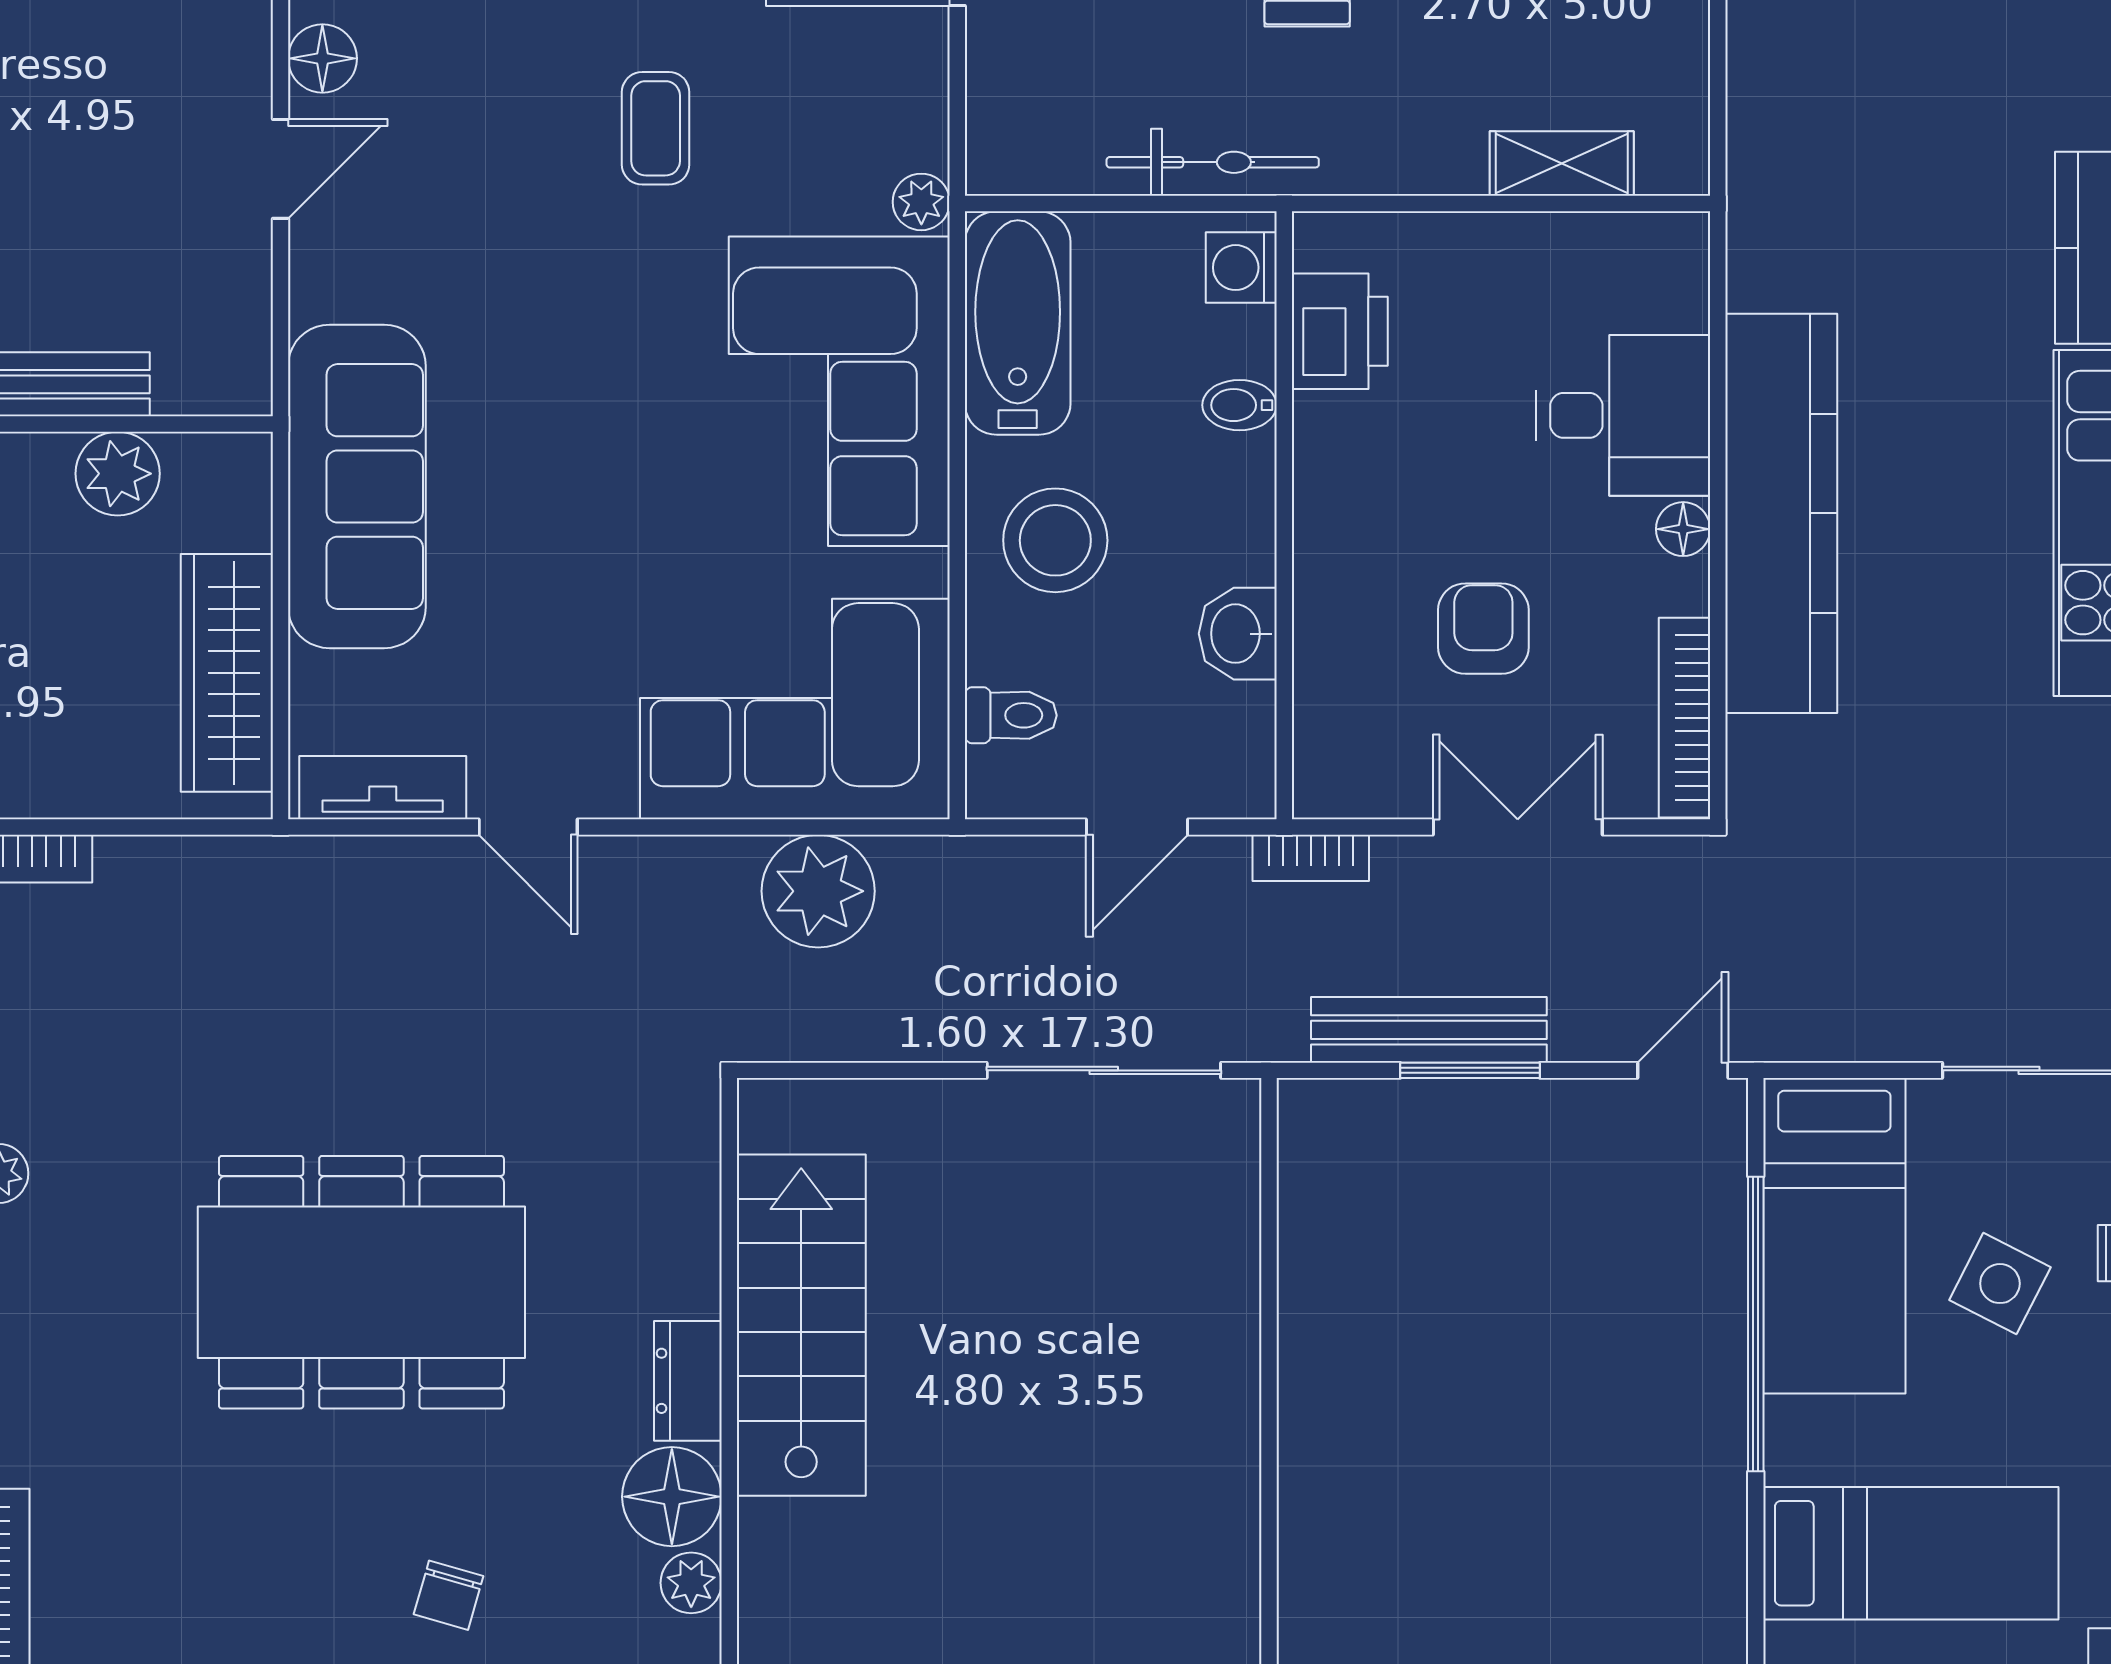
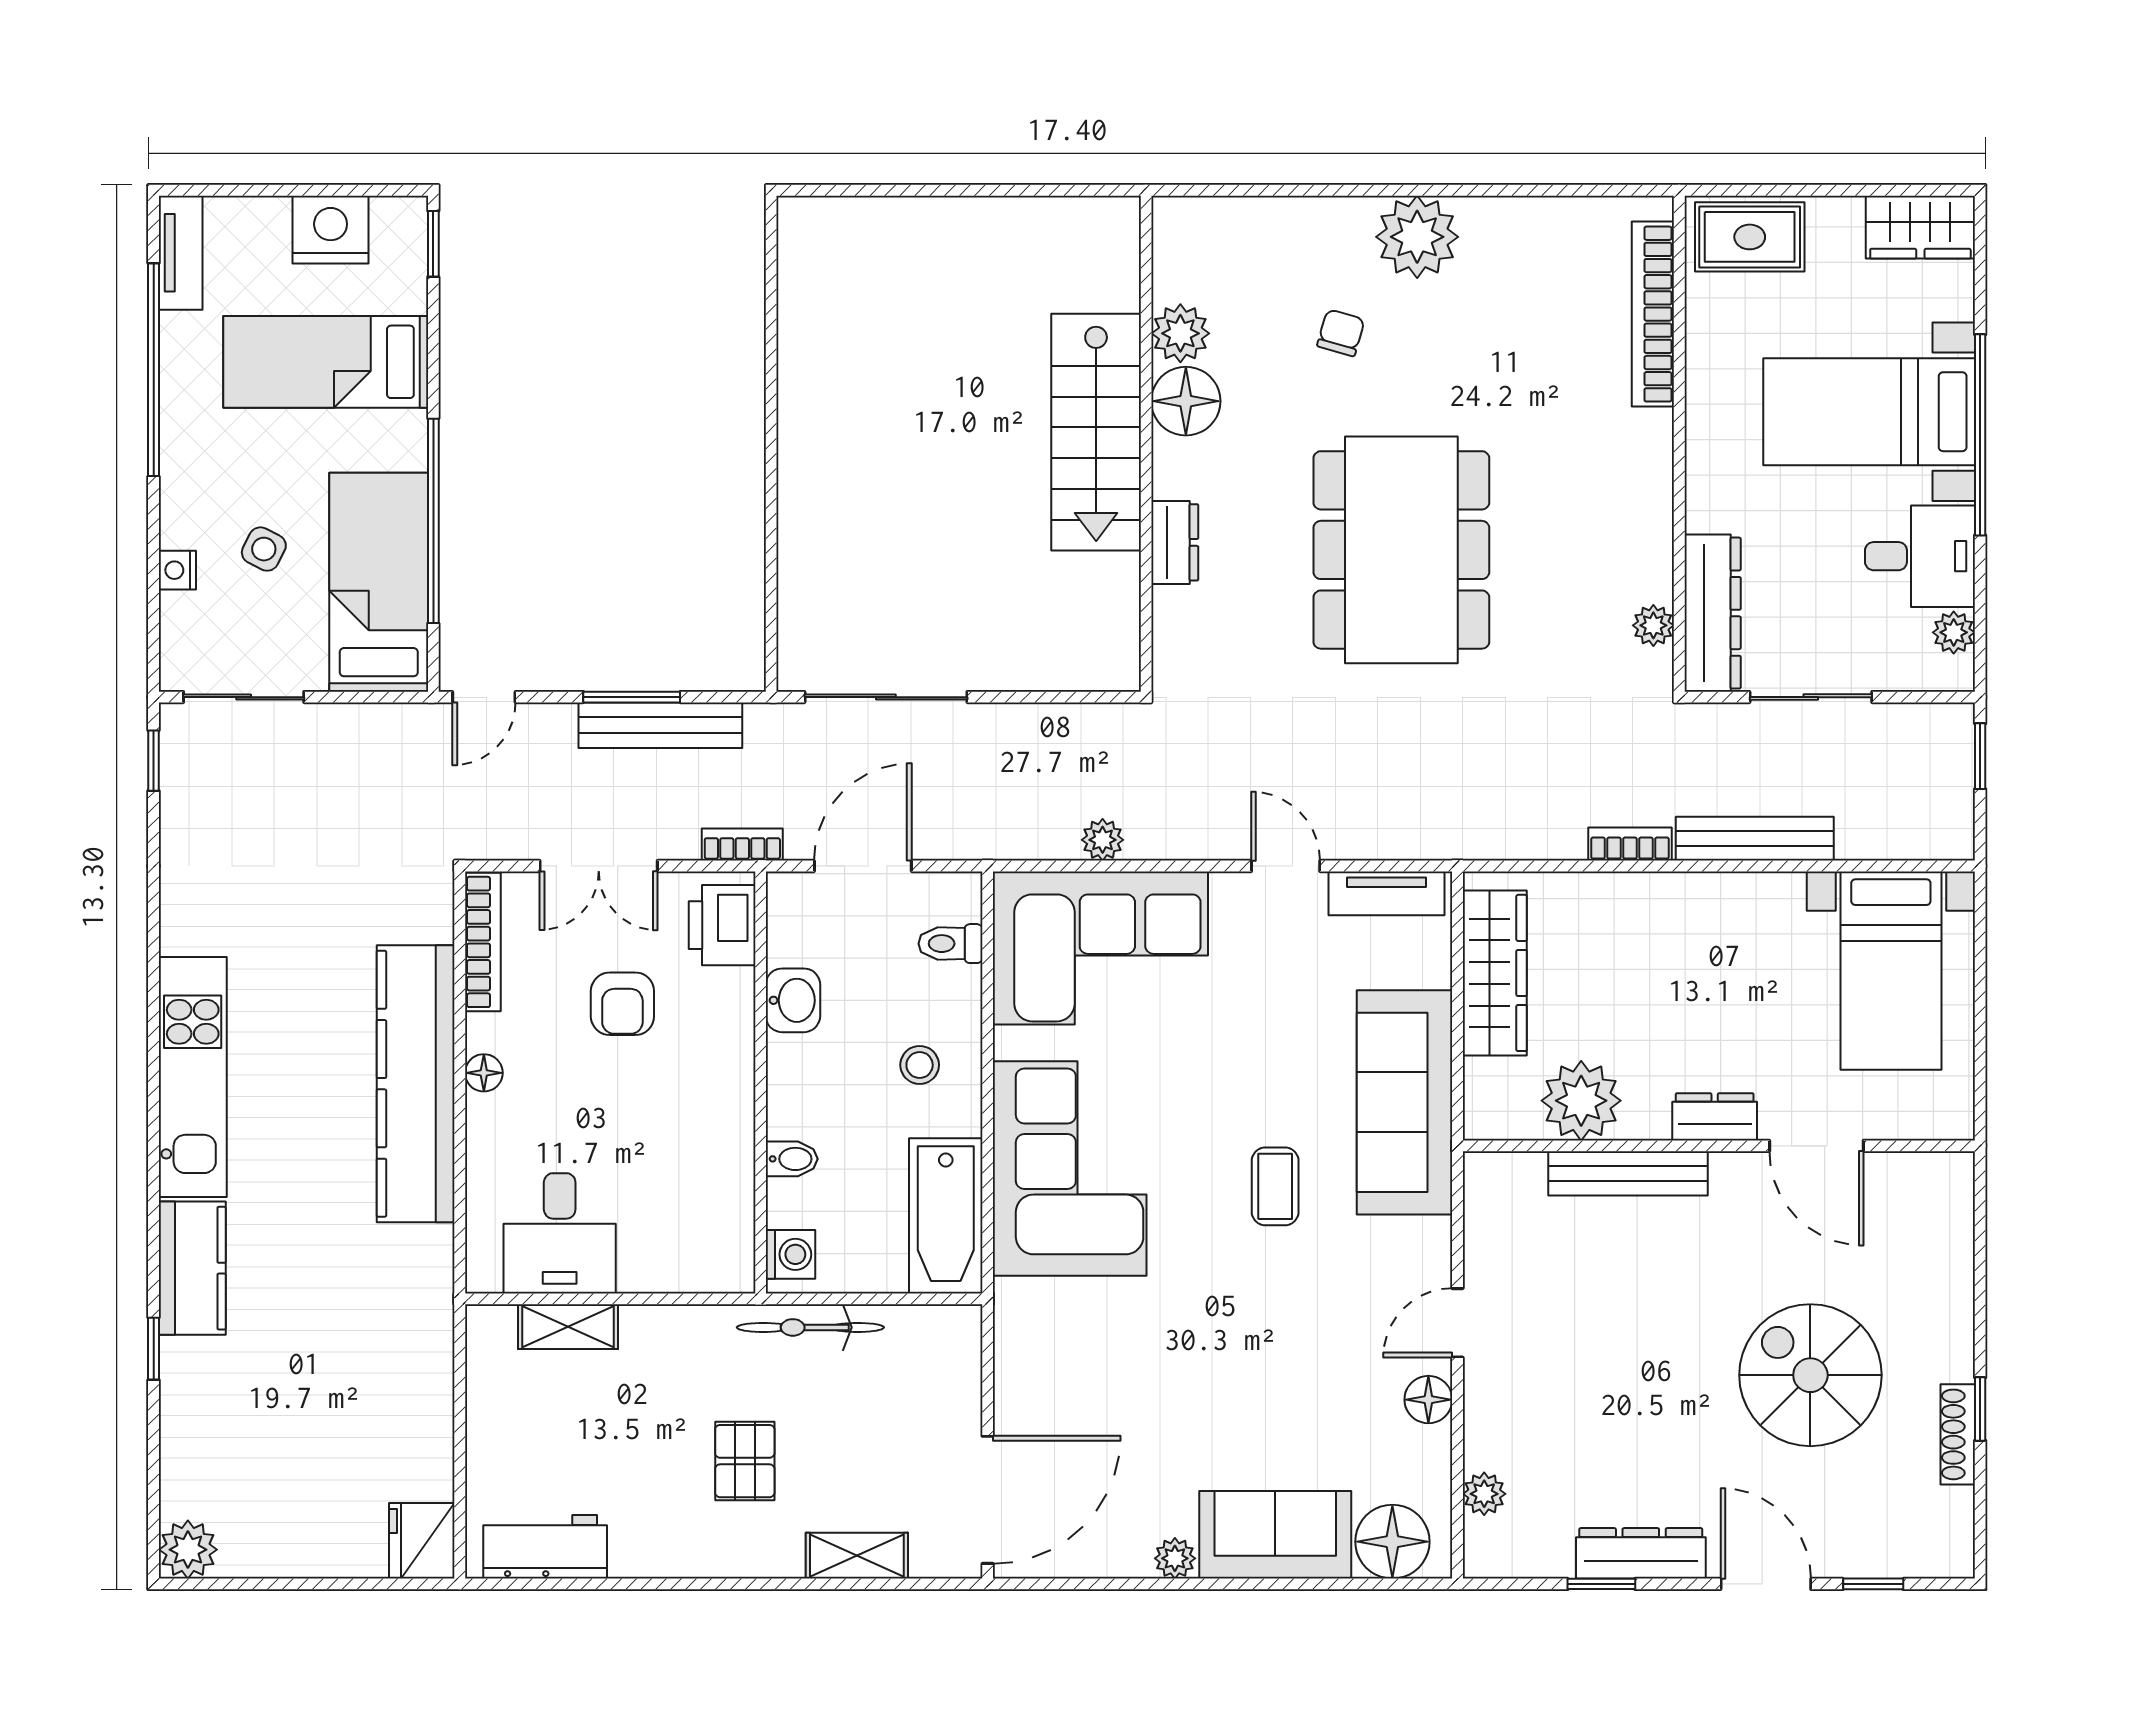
coffee table: (656, 128) -> (1275, 1186), moved
plant: (921, 202) -> (1013, 1300), removed
printer: (1340, 331) -> (722, 925), moved
desk: (1623, 415) -> (560, 1233), moved, turned -90
plant: (118, 474) -> (1581, 1101), width x1.36, depth x1.36
stool: (1055, 540) -> (920, 1065), width x0.53, depth x0.53
door: (1137, 827) -> (863, 866), width x1.38
plant: (818, 891) -> (1103, 840), width x0.53, depth x0.53
dining table: (361, 1282) -> (1401, 550), turned 90
side table: (2000, 1284) -> (264, 549), width x0.73, depth x0.73
stairs: (801, 1325) -> (1096, 432), moved
dresser: (688, 1381) -> (1175, 542), moved
plant: (691, 1583) -> (1180, 333), width x1.38, depth x1.38

